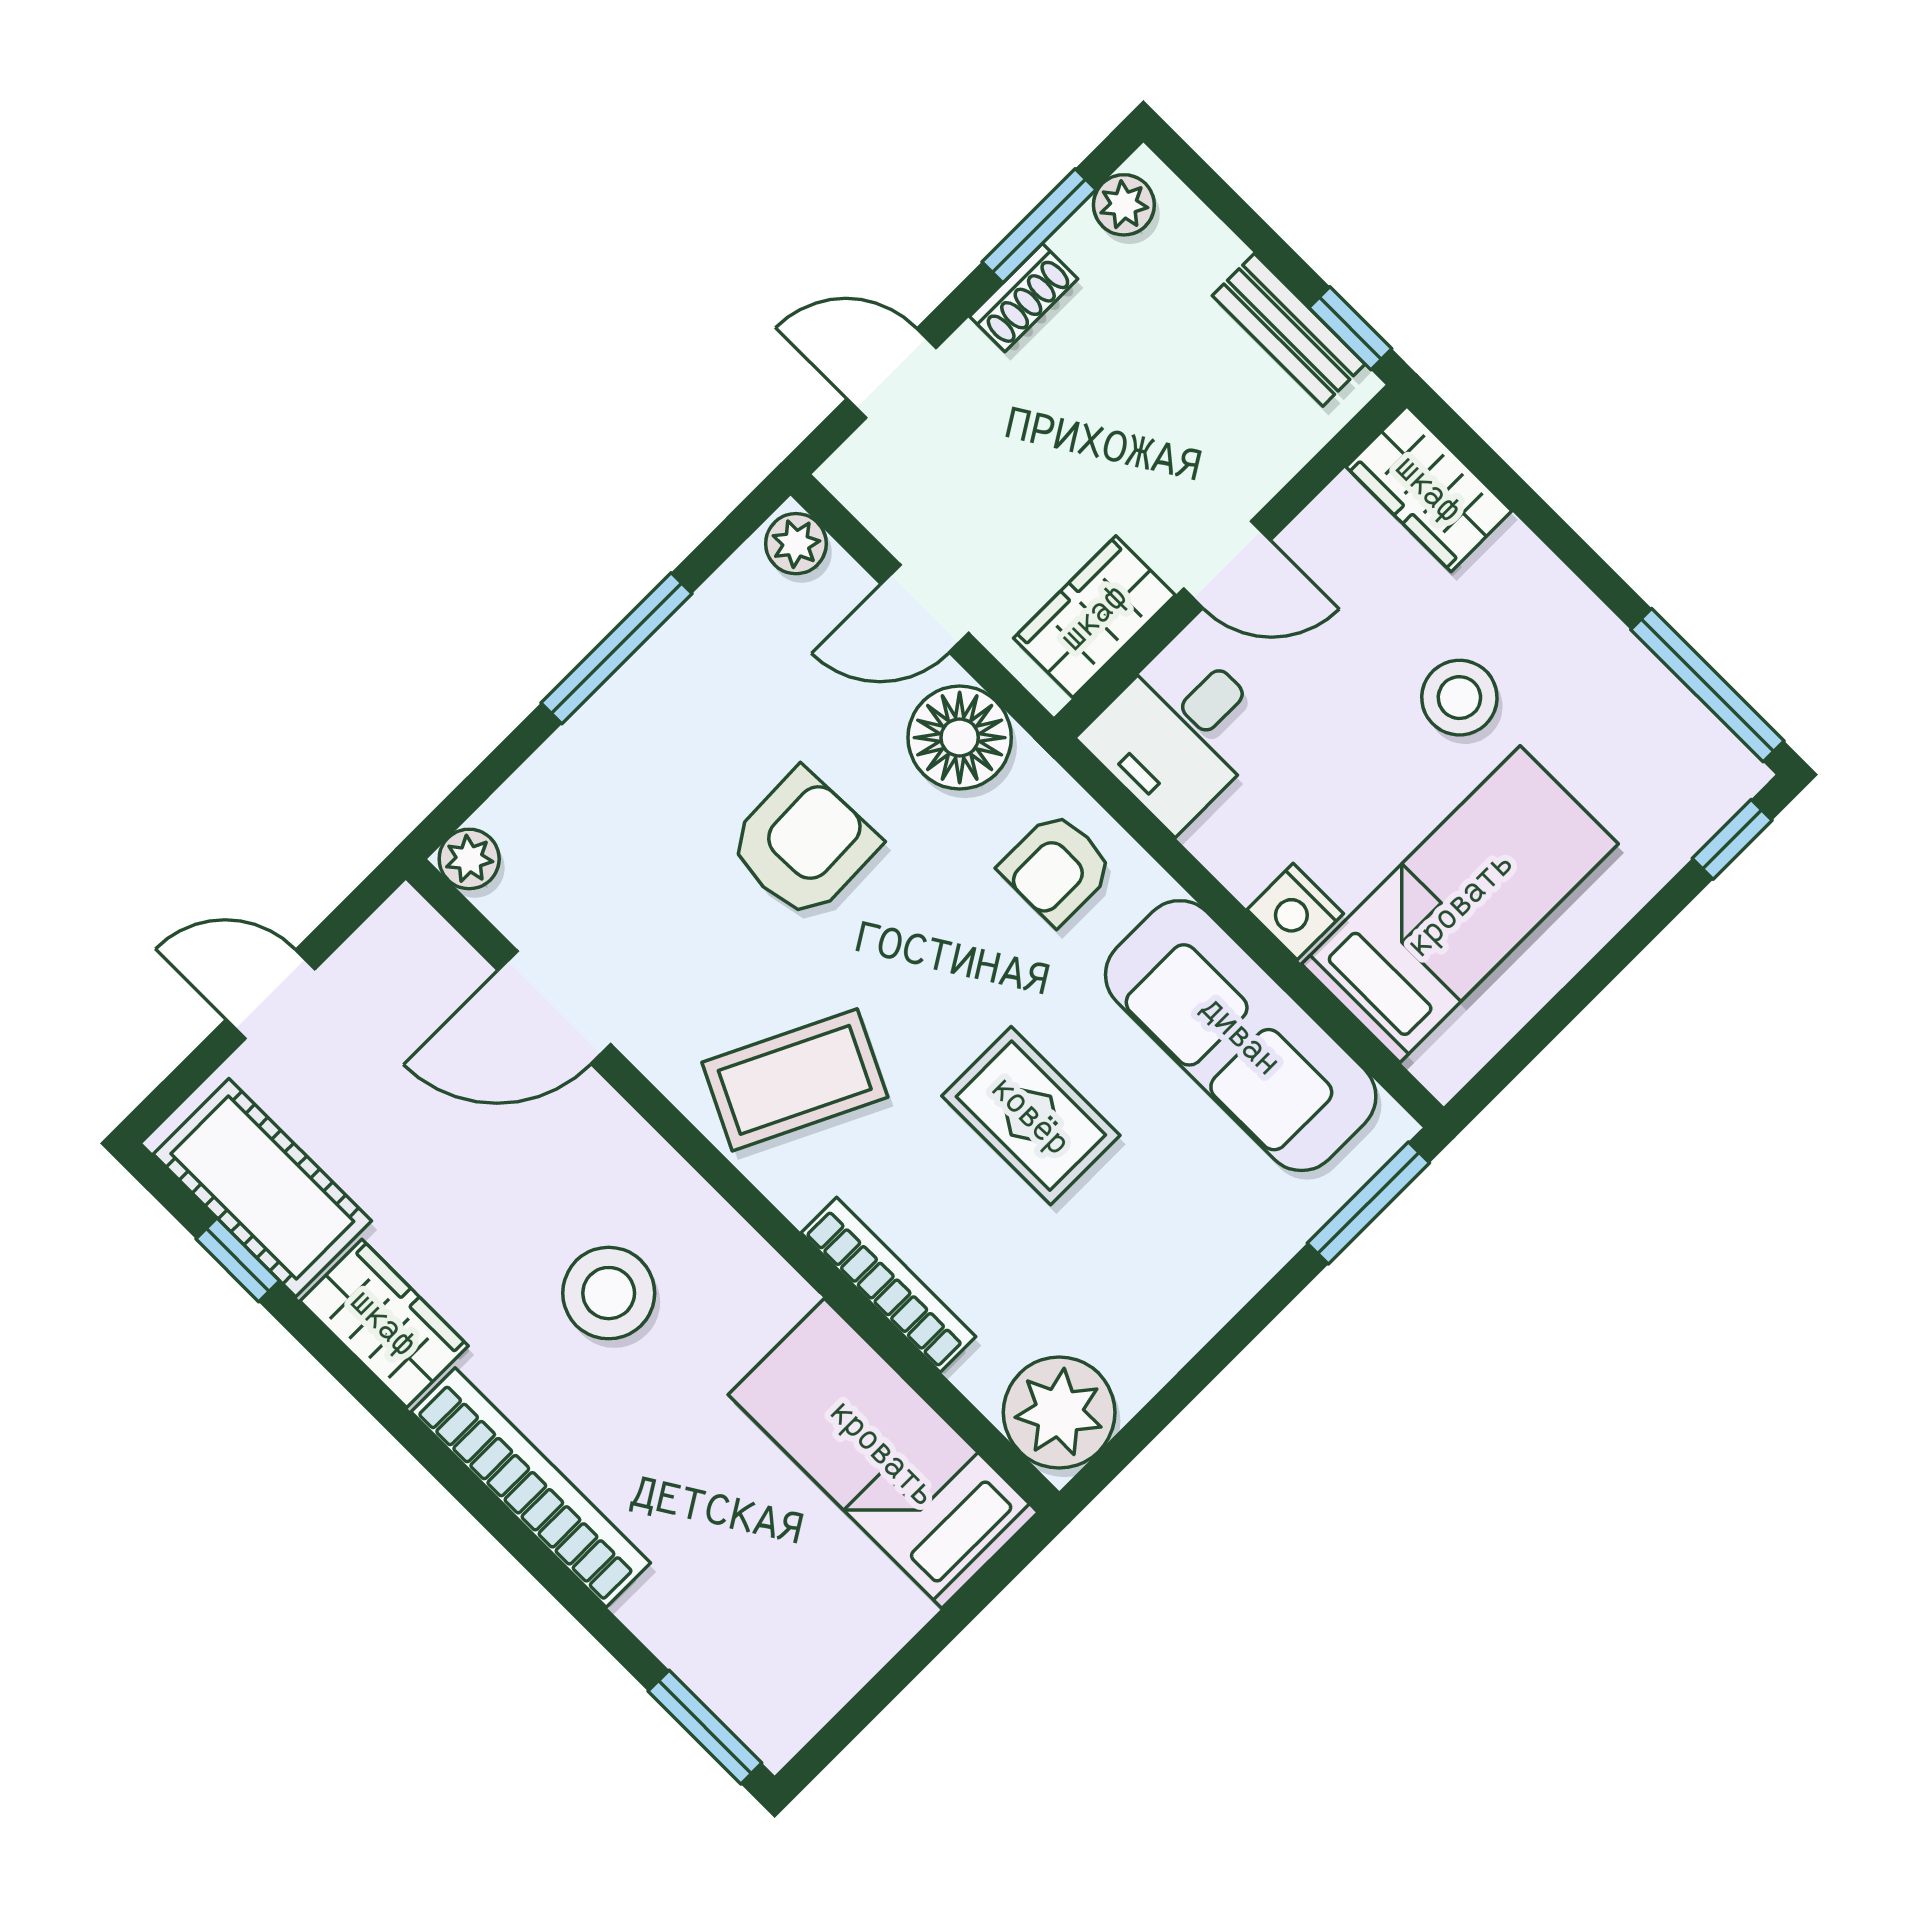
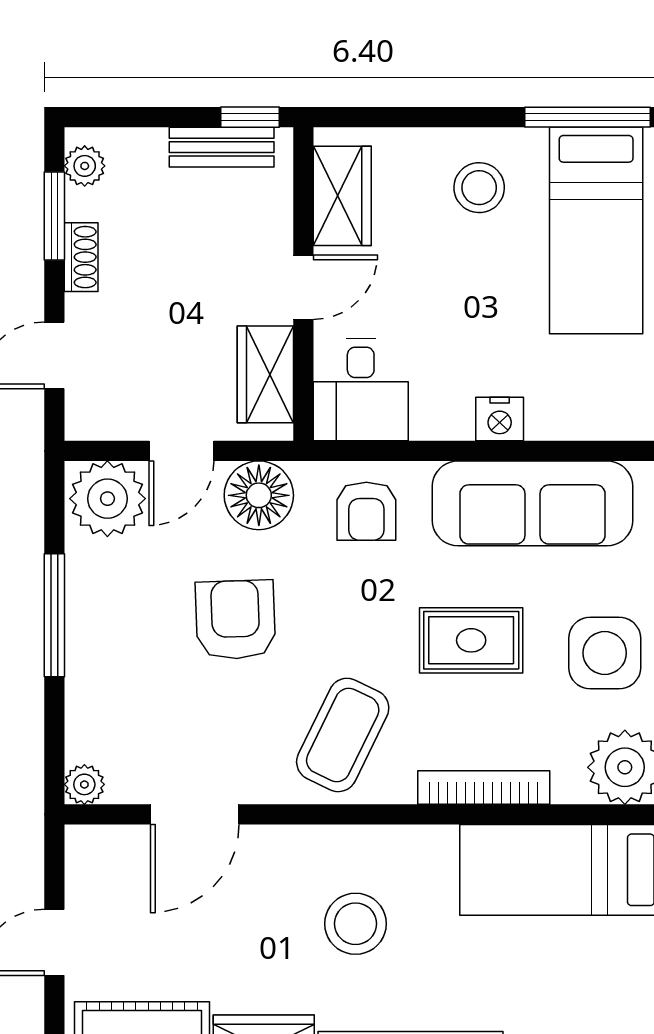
wardrobe: (1429, 489) -> (342, 196), moved, turned -90
plant: (796, 544) -> (107, 499), width x1.88, depth x1.88
stool: (1459, 698) -> (479, 188), moved
bed: (1460, 904) -> (596, 230), moved, turned 180
side table: (1159, 1270) -> (605, 653), added

